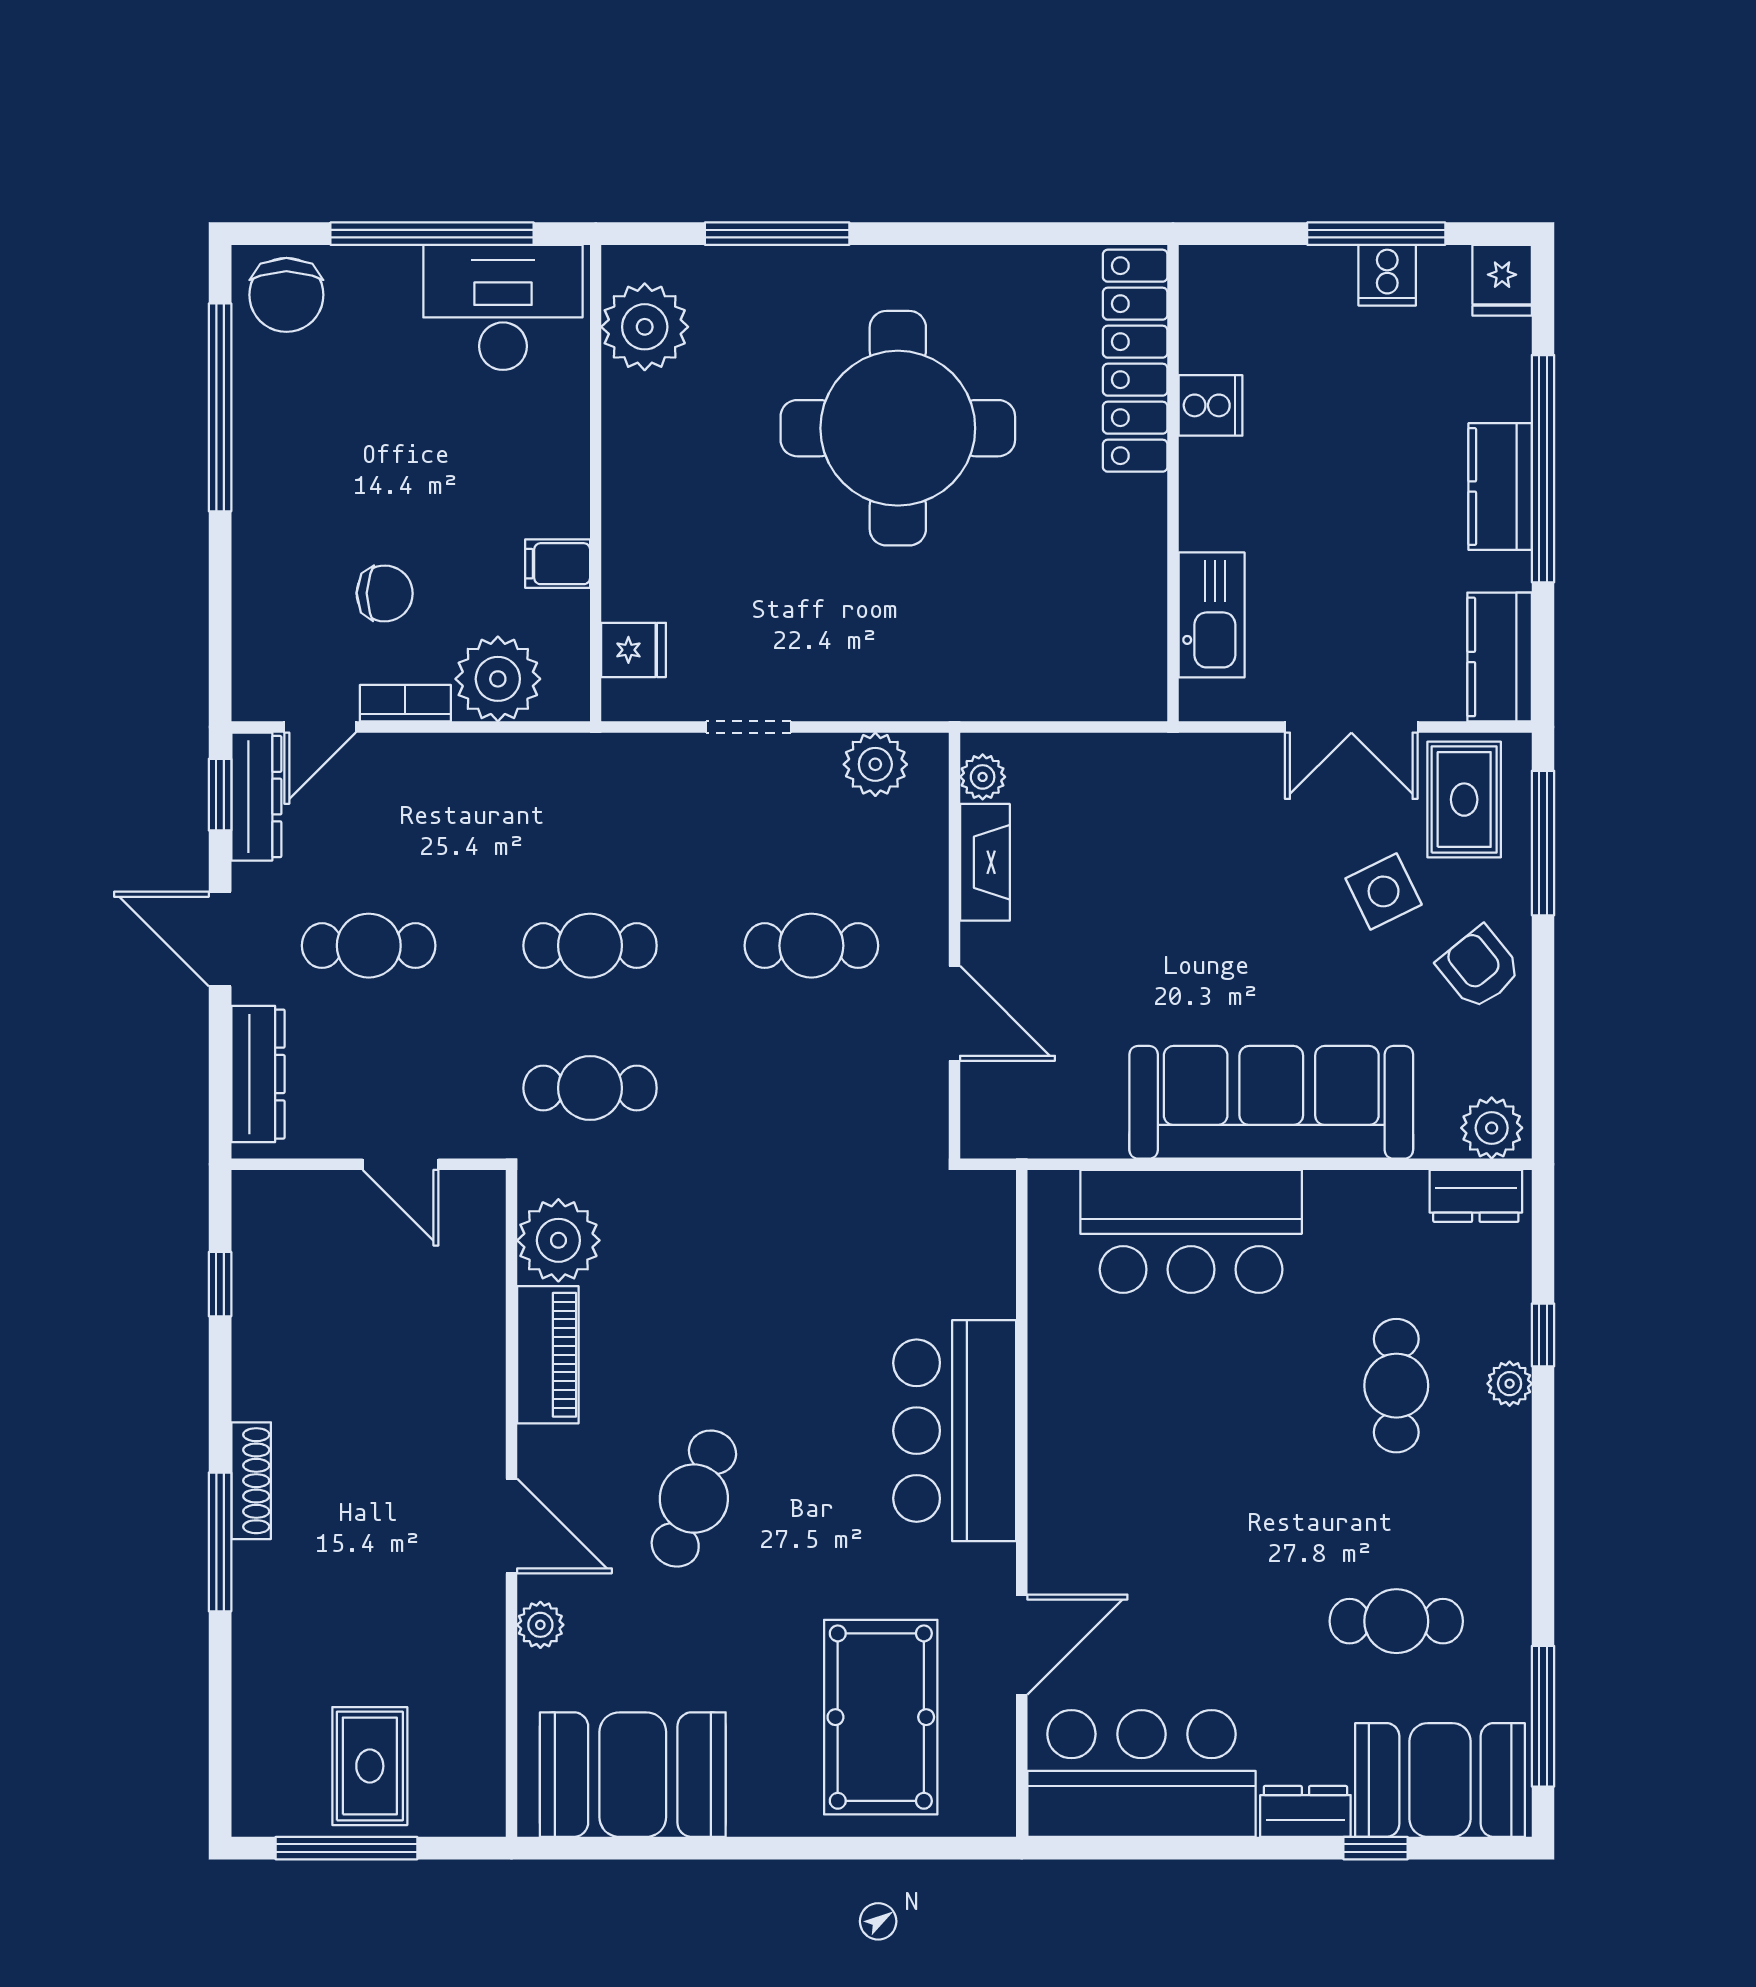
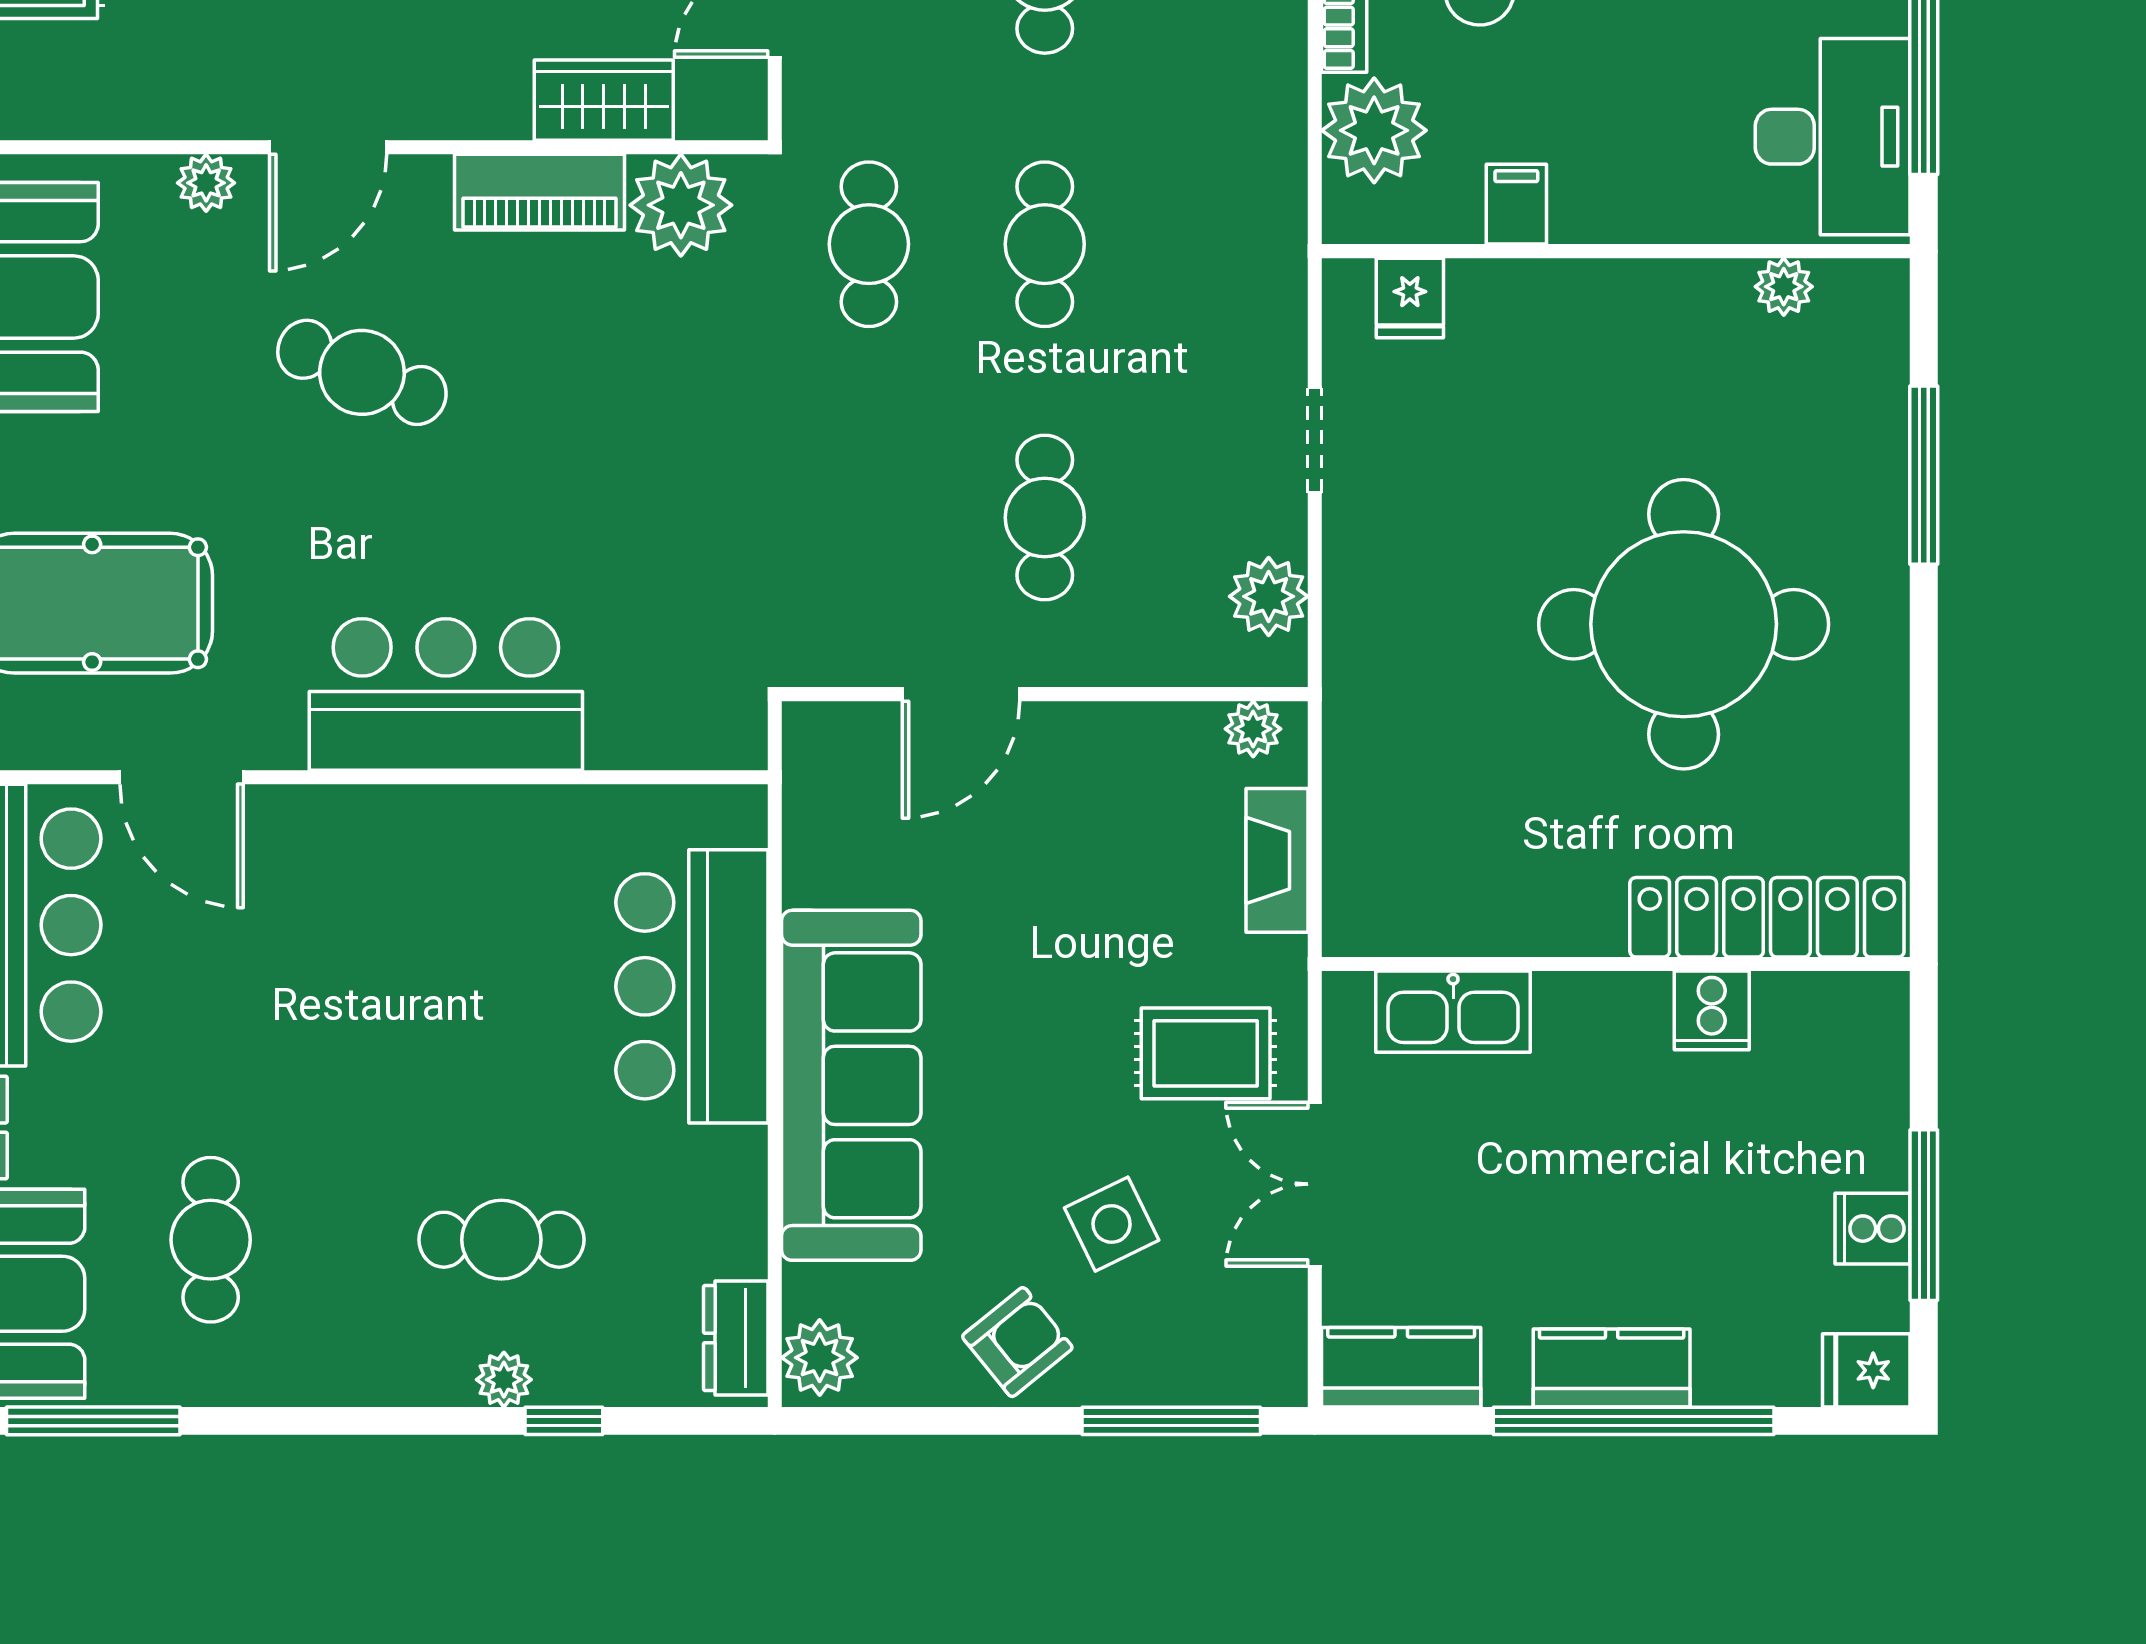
plant: (645, 327) -> (1784, 287), width x0.53, depth x0.53
rug: (1464, 800) -> (1206, 1053), moved
fireplace: (985, 862) -> (1277, 860), moved, turned 90
wardrobe: (473, 1303) -> (604, 100), added

